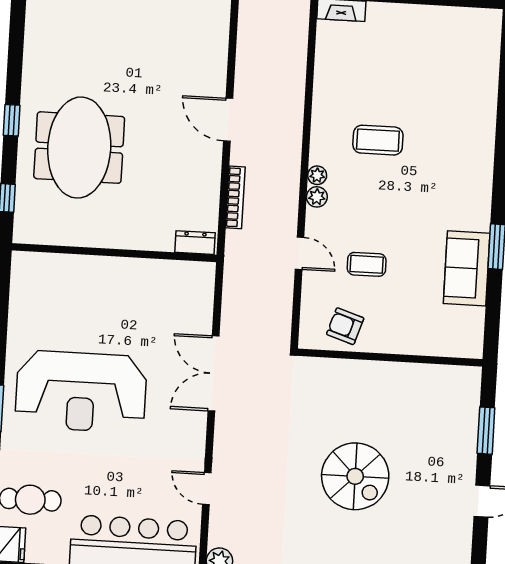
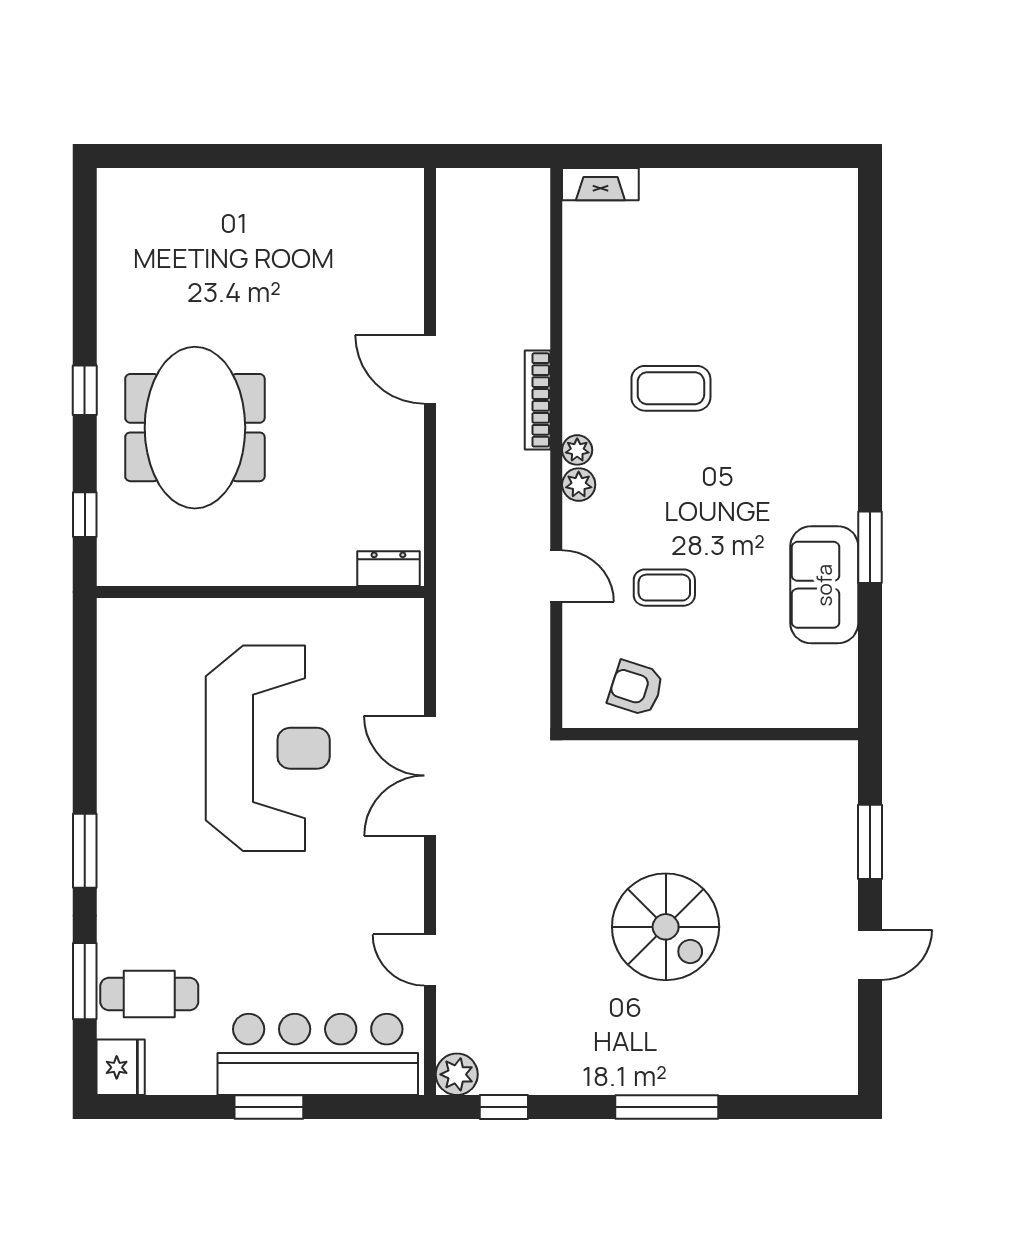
bookcase: (235, 197) -> (538, 400), moved, turned 180
reception desk: (81, 392) -> (268, 748), moved, turned -90

